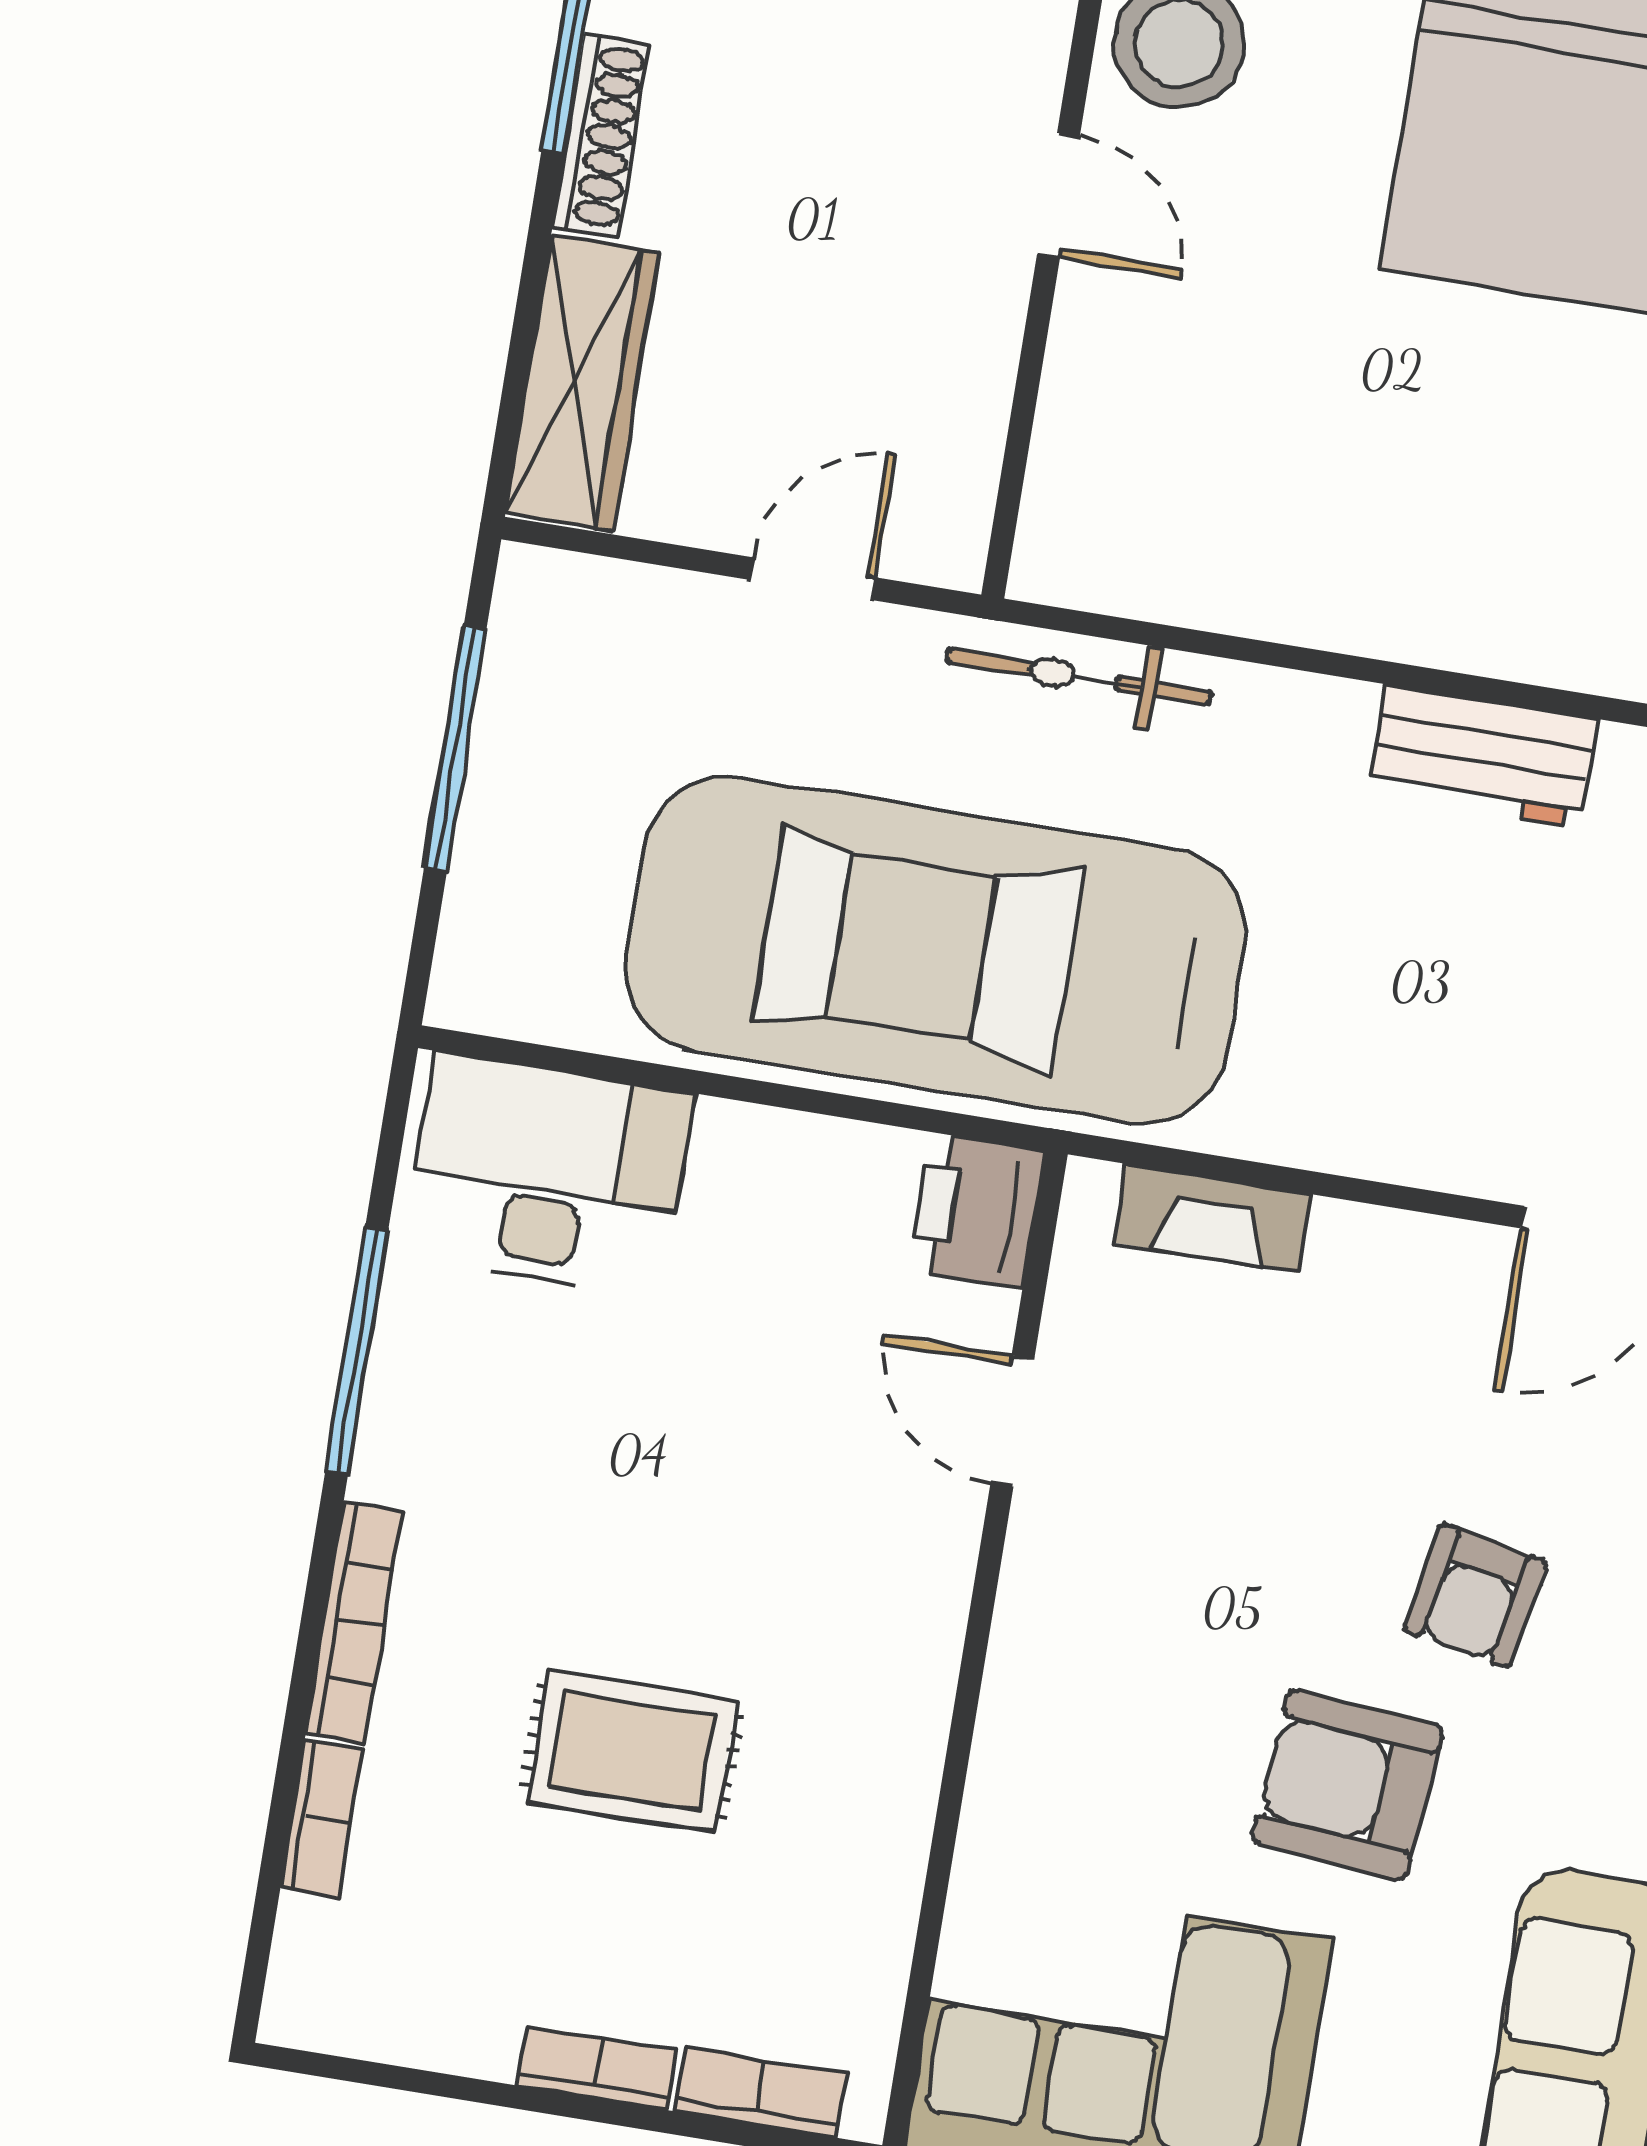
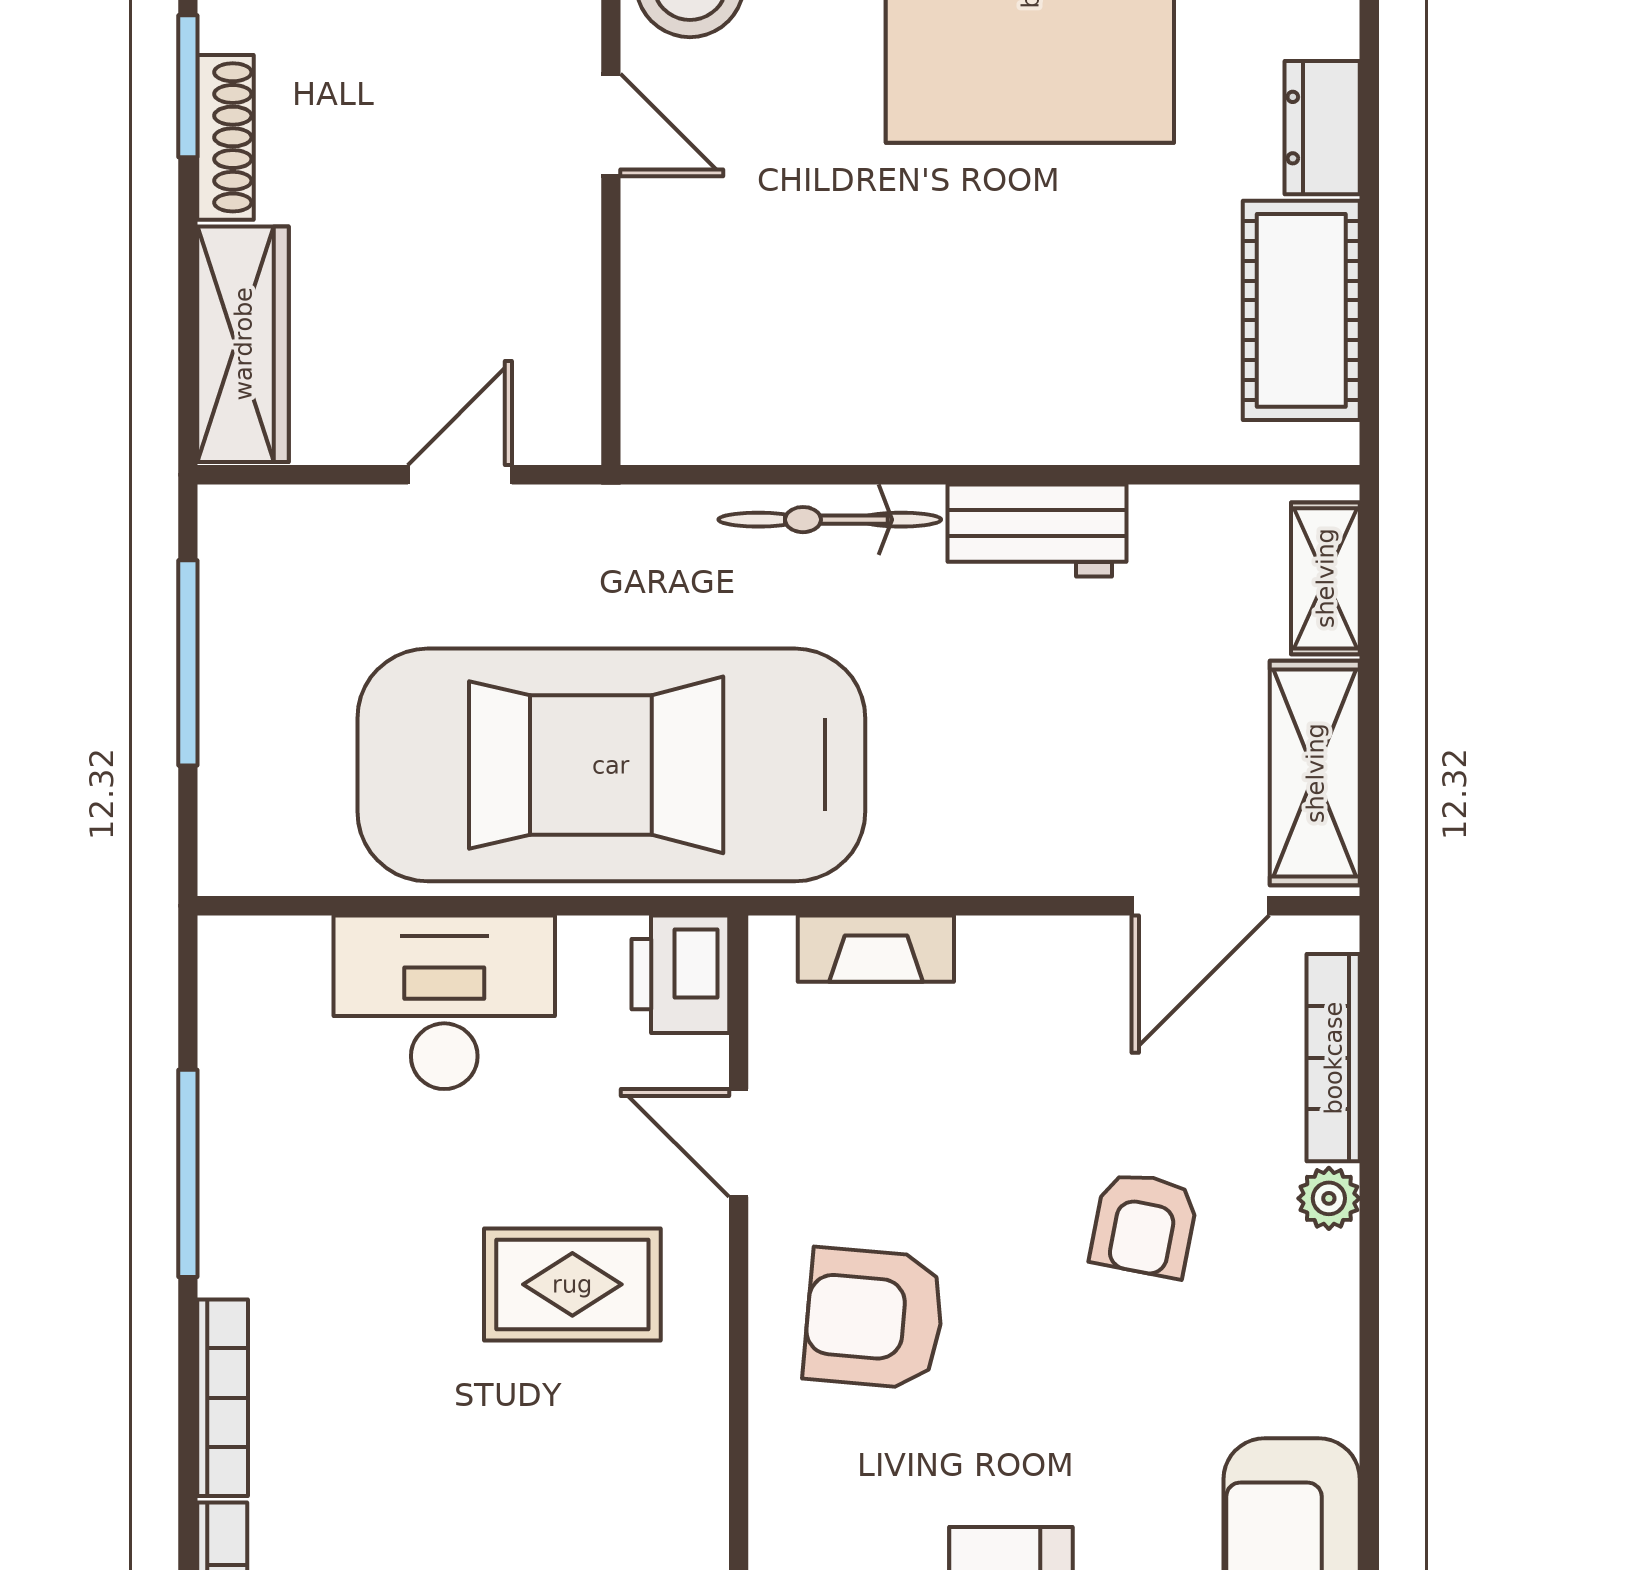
bicycle: (1079, 677) -> (830, 520), moved
desk: (548, 1175) -> (444, 1002), moved
rug: (632, 1751) -> (572, 1284), moved
armchair: (1347, 1784) -> (874, 1318), moved

